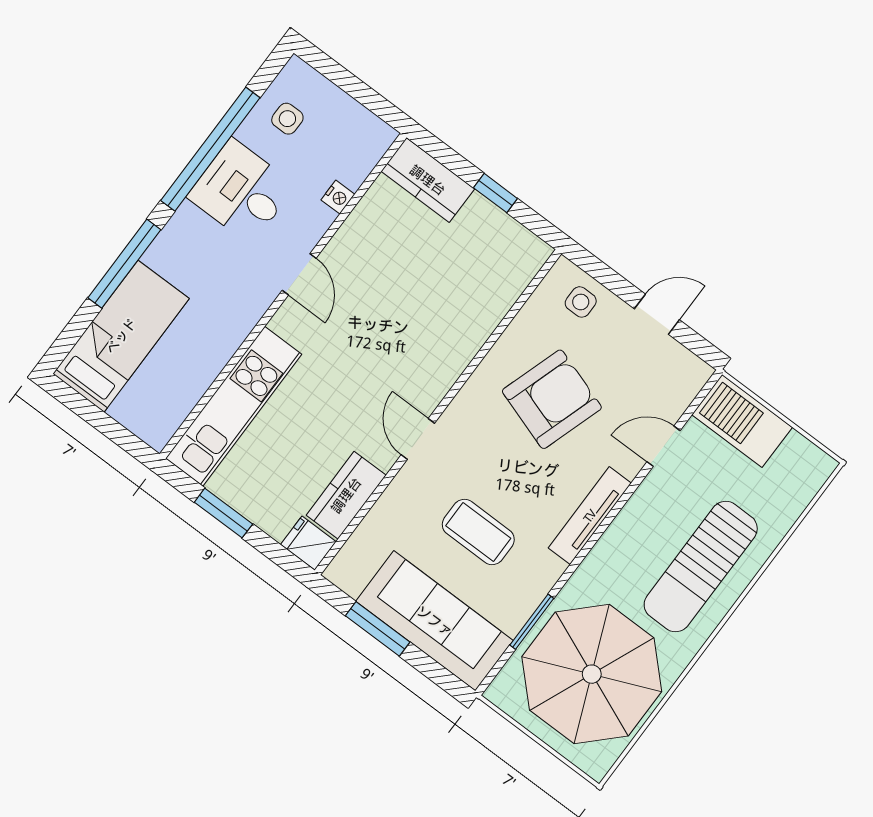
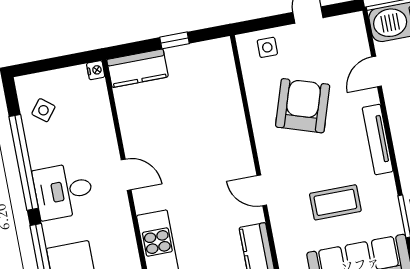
side table: (287, 119) -> (43, 110), turned 38
desk: (241, 191) -> (63, 191), moved
nightstand: (338, 197) -> (96, 70), moved

